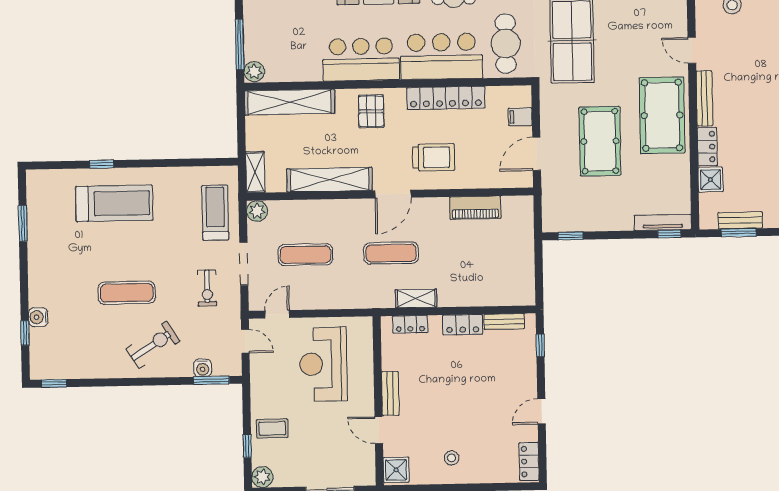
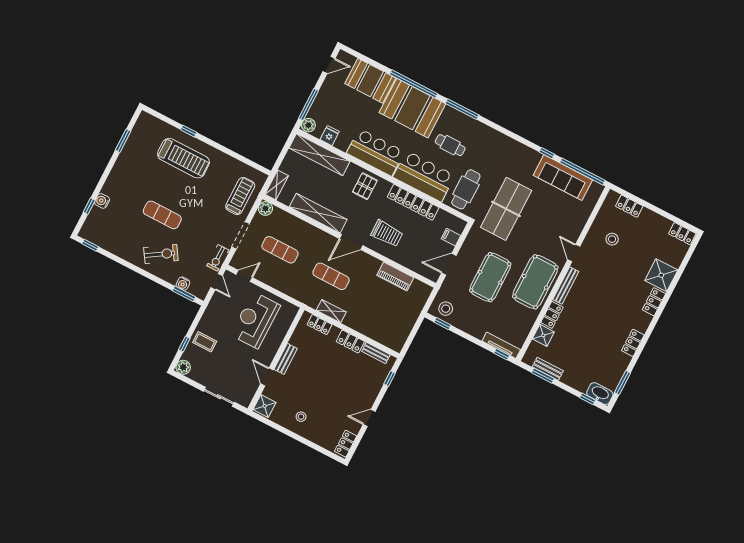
fridge: (289, 70) -> (330, 136), added
stool: (564, 214) -> (446, 309), added
exercise bike: (207, 288) -> (218, 258), moved

